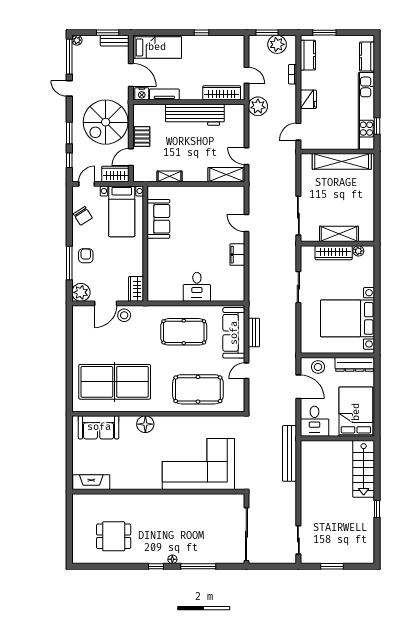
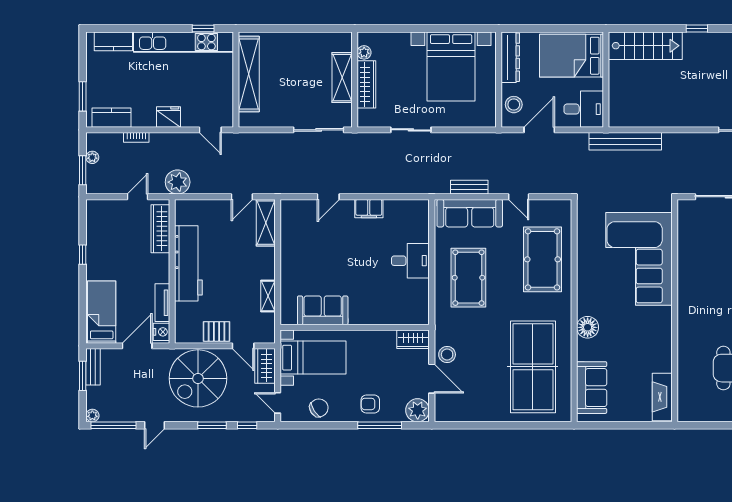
plant: (277, 44) -> (92, 157), width x0.53, depth x0.53
spiral stairs: (106, 122) -> (198, 378), turned 90

